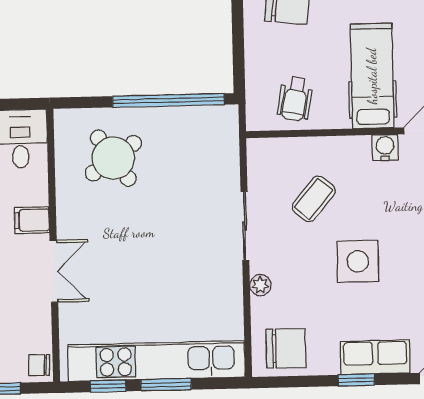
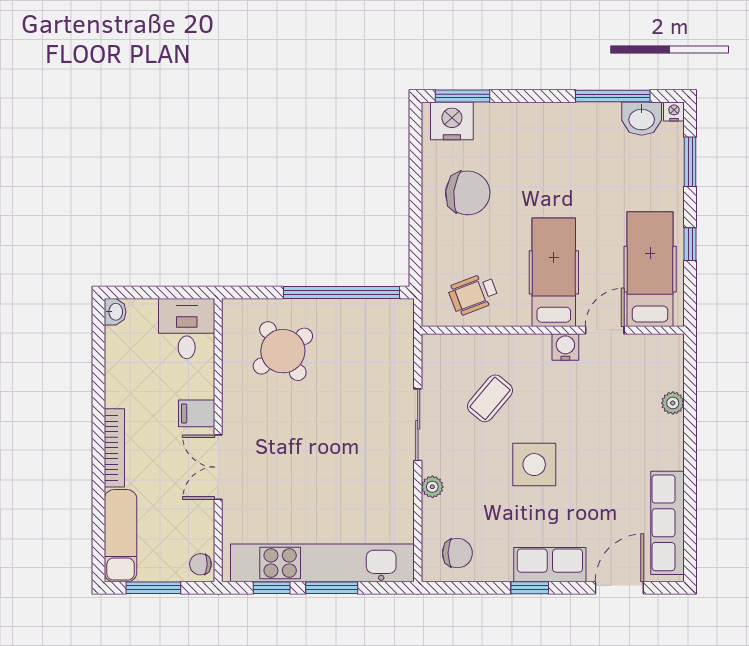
wheelchair: (295, 99) -> (473, 294), turned 58
double door: (54, 271) -> (218, 467), swing flipped
chair: (286, 348) -> (457, 553), width x0.73, depth x0.73

